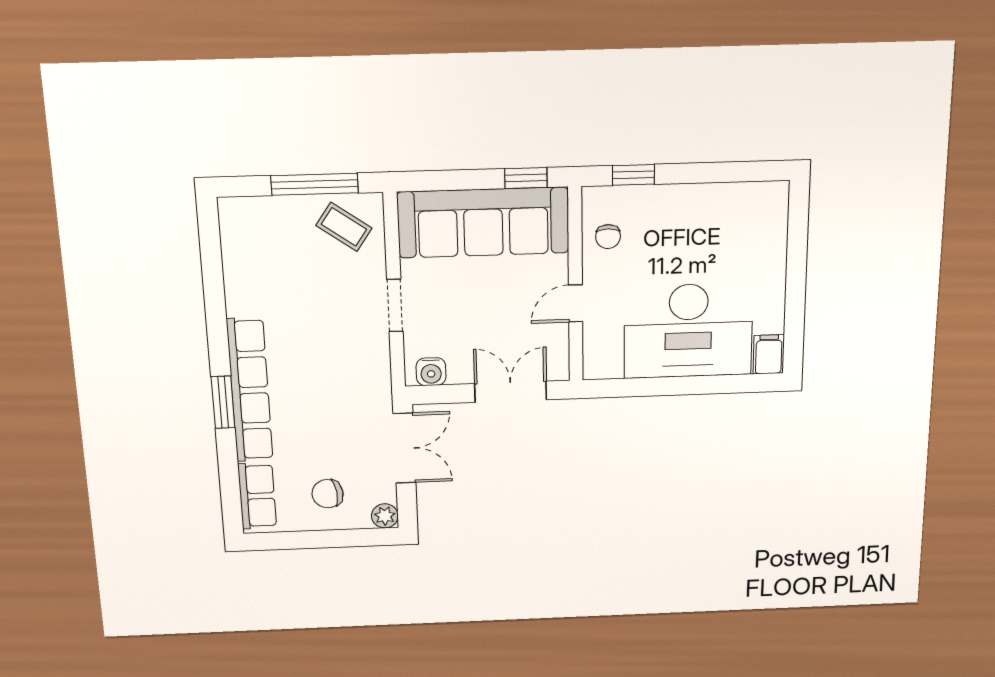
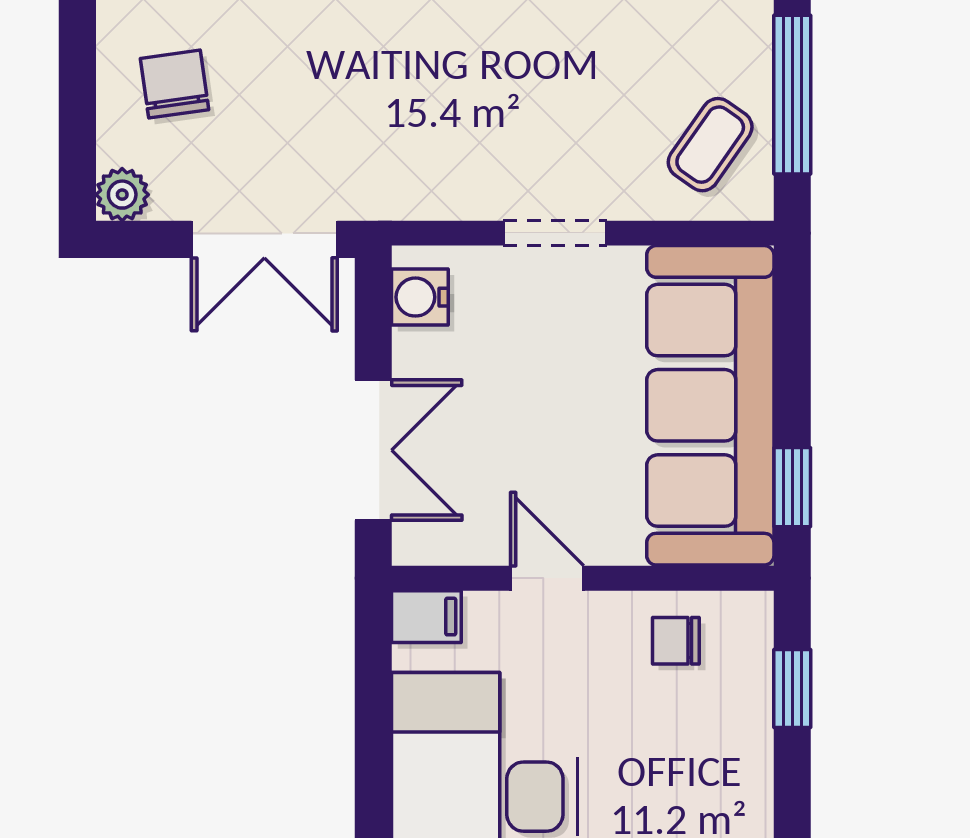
filing cabinet: (596, 363) -> (426, 617), added

